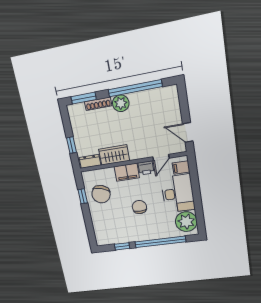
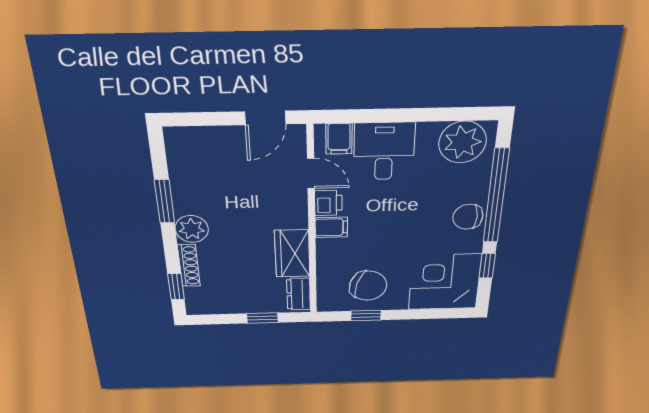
window: (135, 88) -> (164, 201), width x0.47
window: (84, 98) -> (176, 287), width x0.67
filing cabinet: (127, 172) -> (331, 227), width x0.50
desk: (178, 194) -> (384, 151), width x0.73
chair: (139, 207) -> (468, 217), moved
corner desk: (109, 229) -> (445, 282), added

